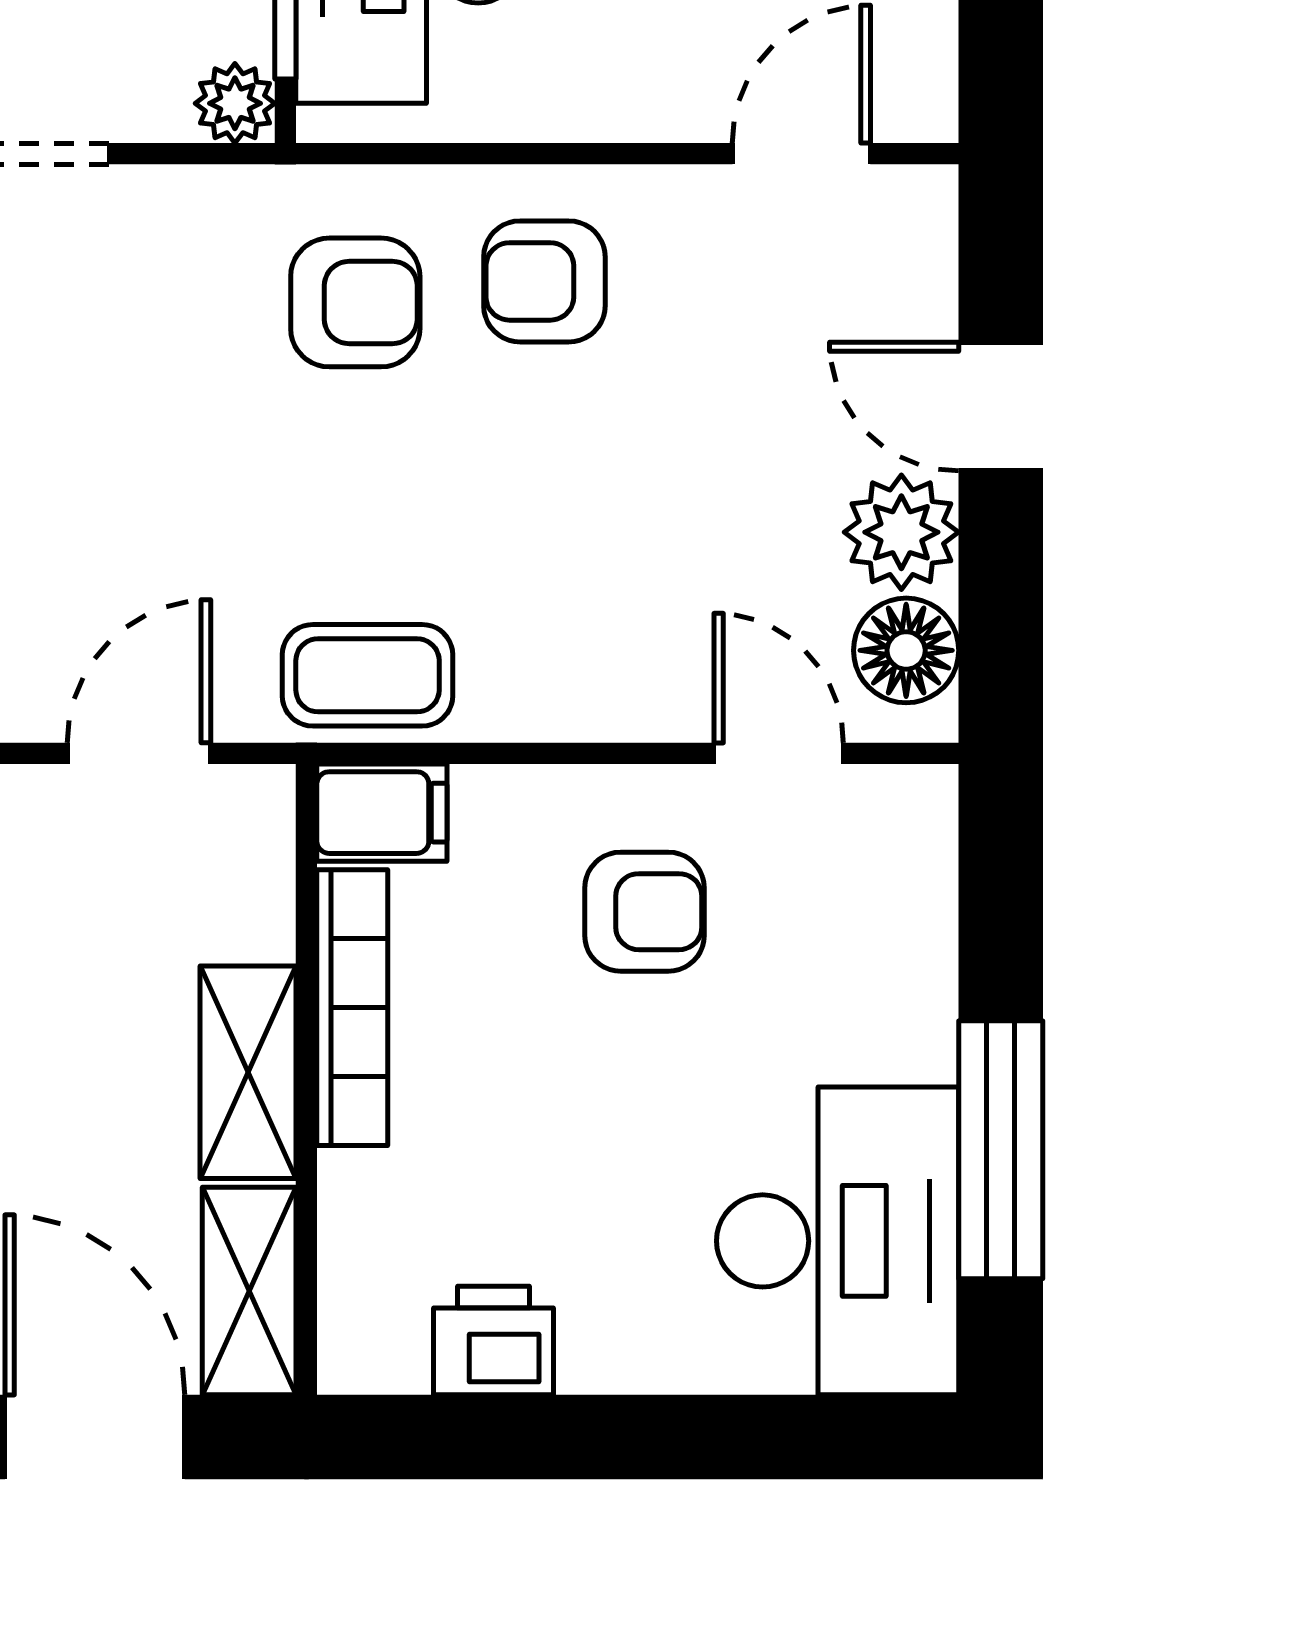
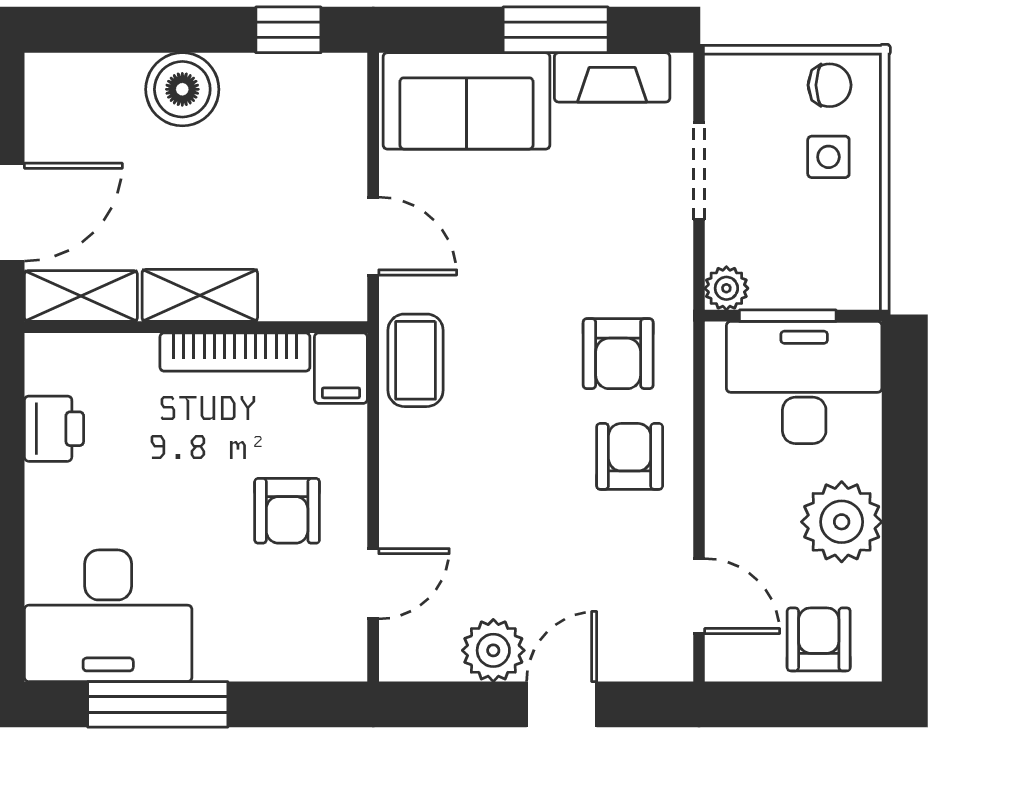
floor lamp: (906, 650) -> (429, 653), removed

